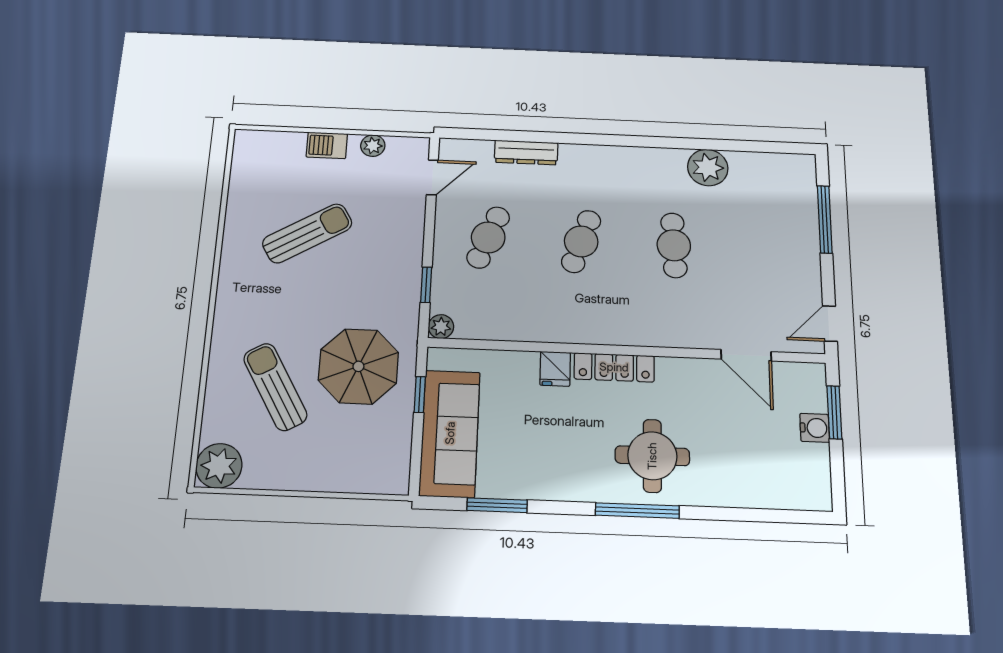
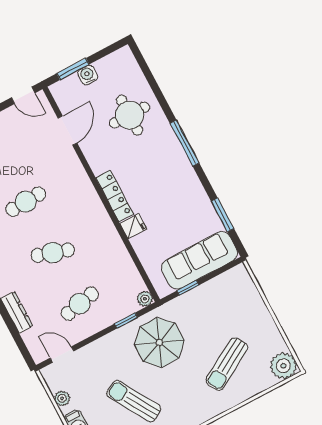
cafe table: (488, 237) -> (80, 304), turned -33
parasol: (358, 366) -> (159, 342), moved
round table: (652, 456) -> (130, 115), moved

